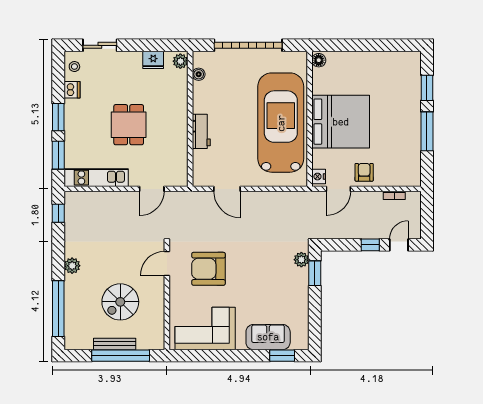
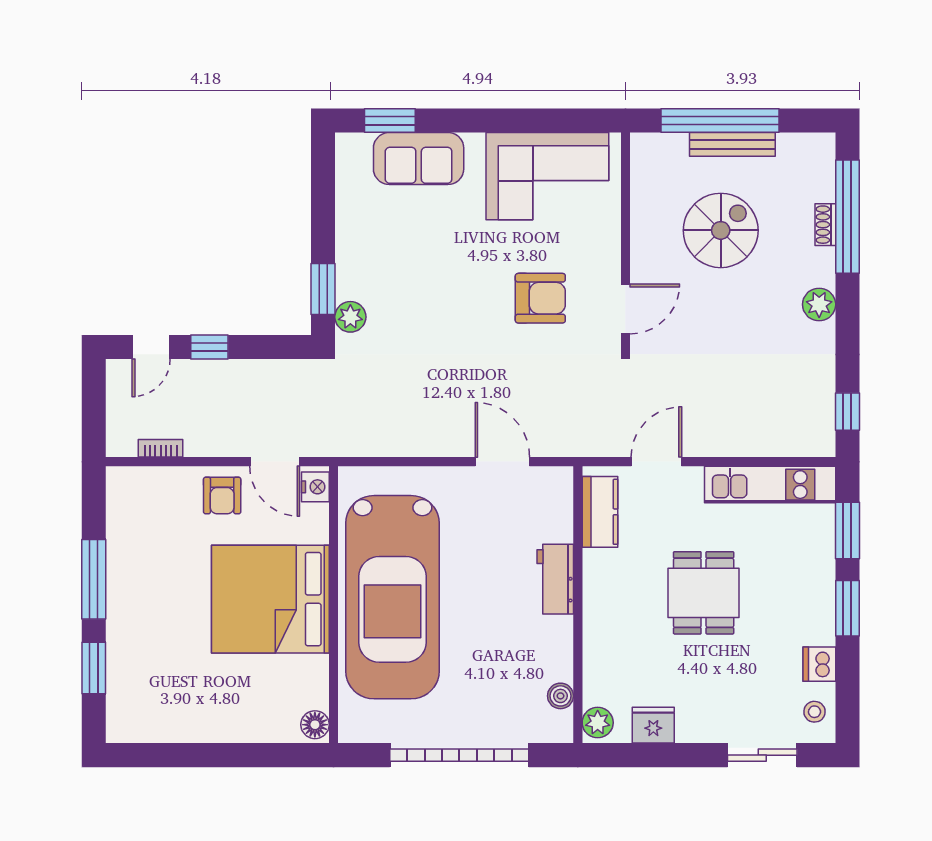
kitchen counter: (179, 164) -> (600, 512), added
door: (338, 189) -> (275, 462), swing flipped
armchair: (208, 269) -> (540, 298), width x0.73, depth x0.73
shoe rack: (69, 305) -> (825, 225), added

